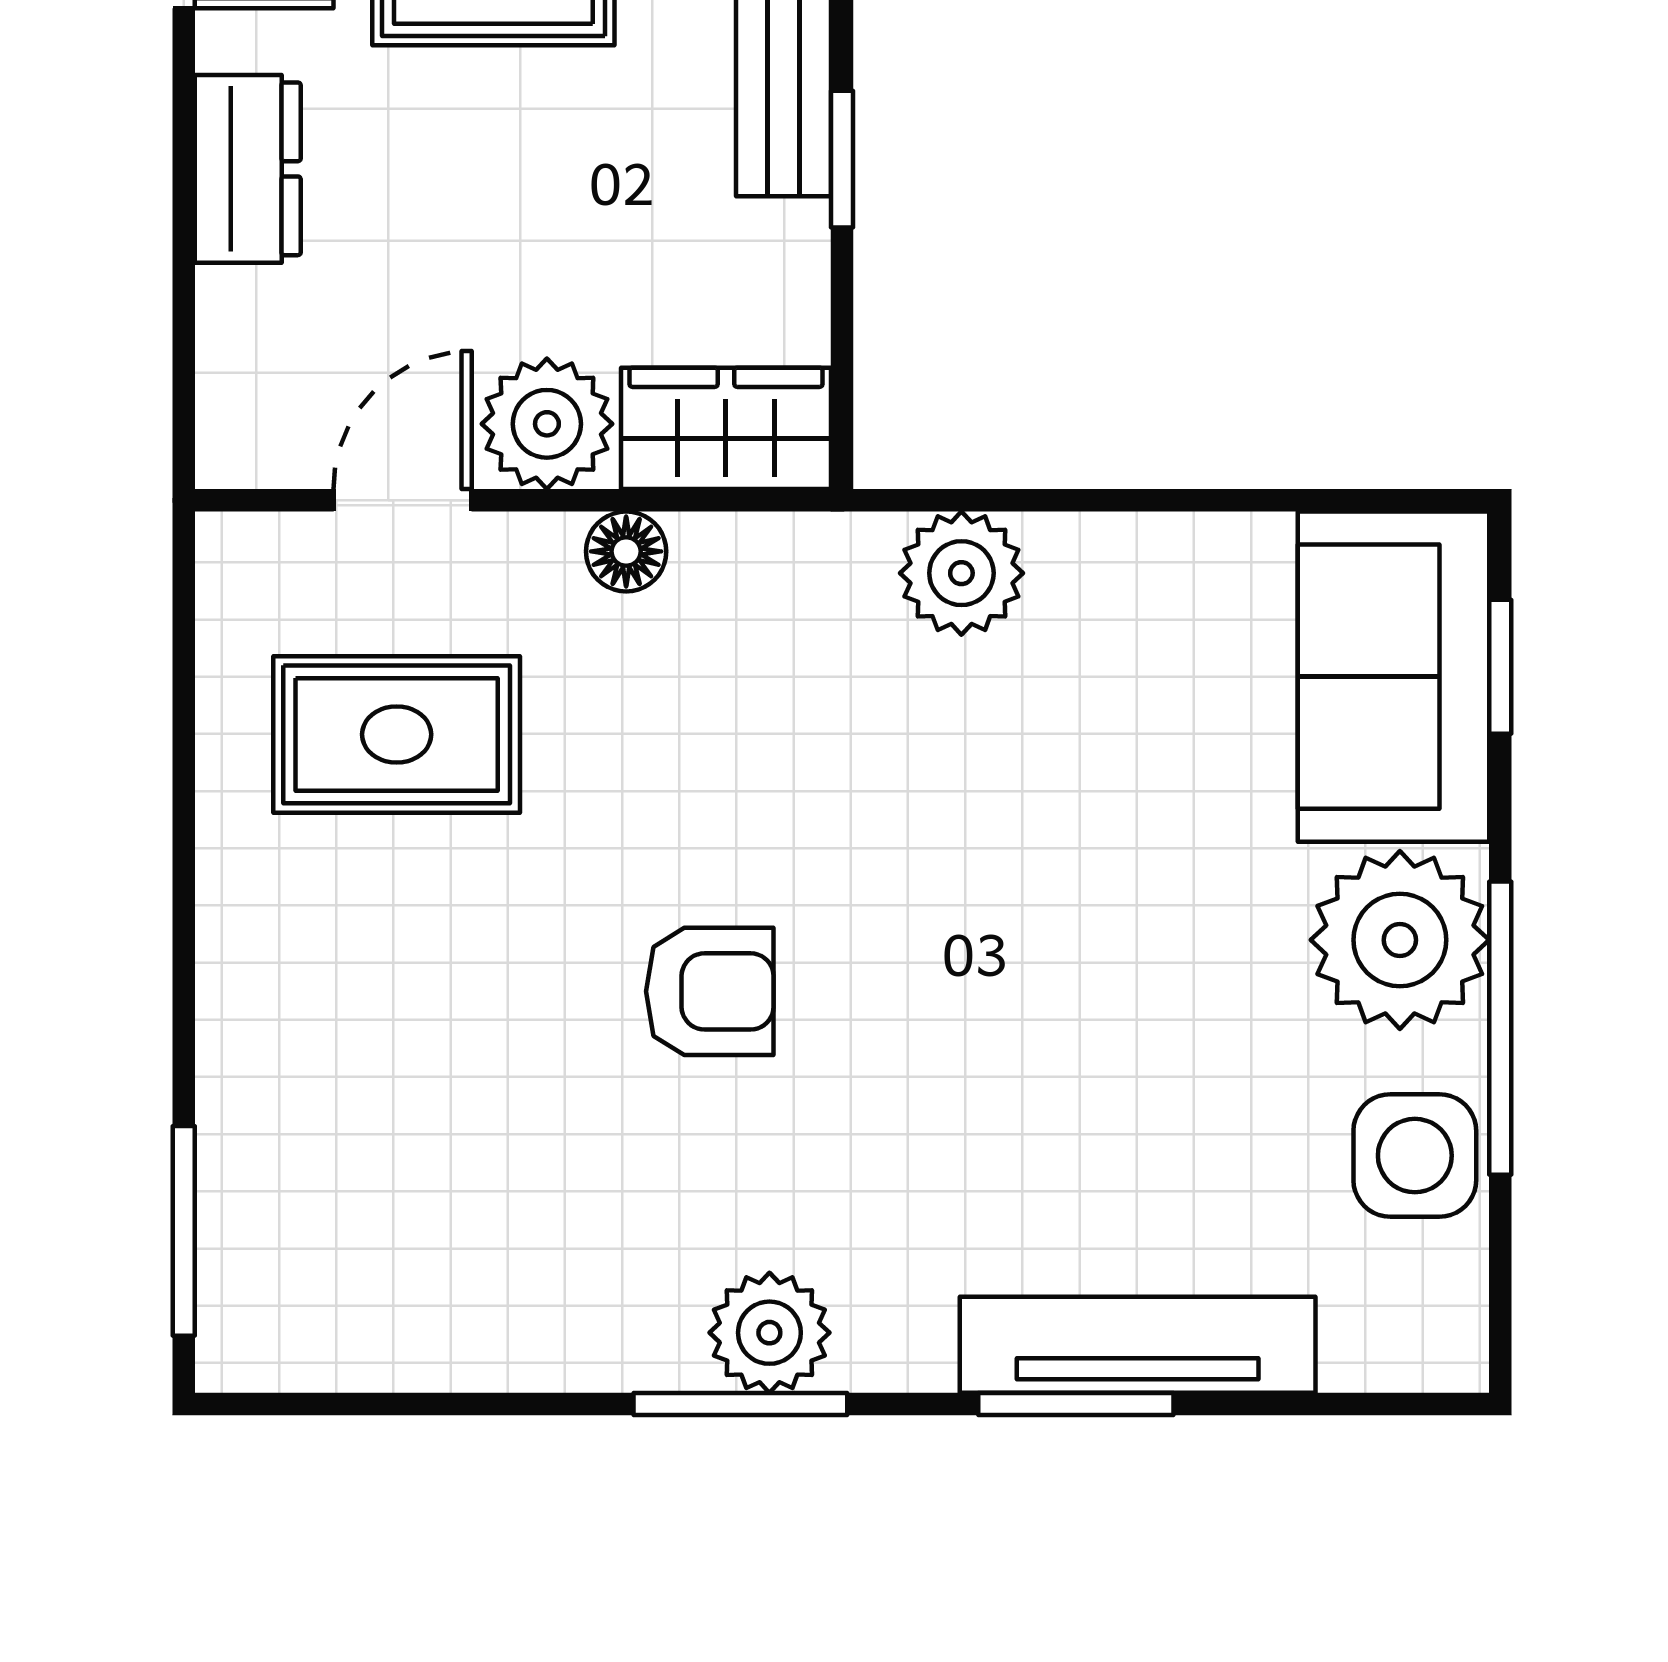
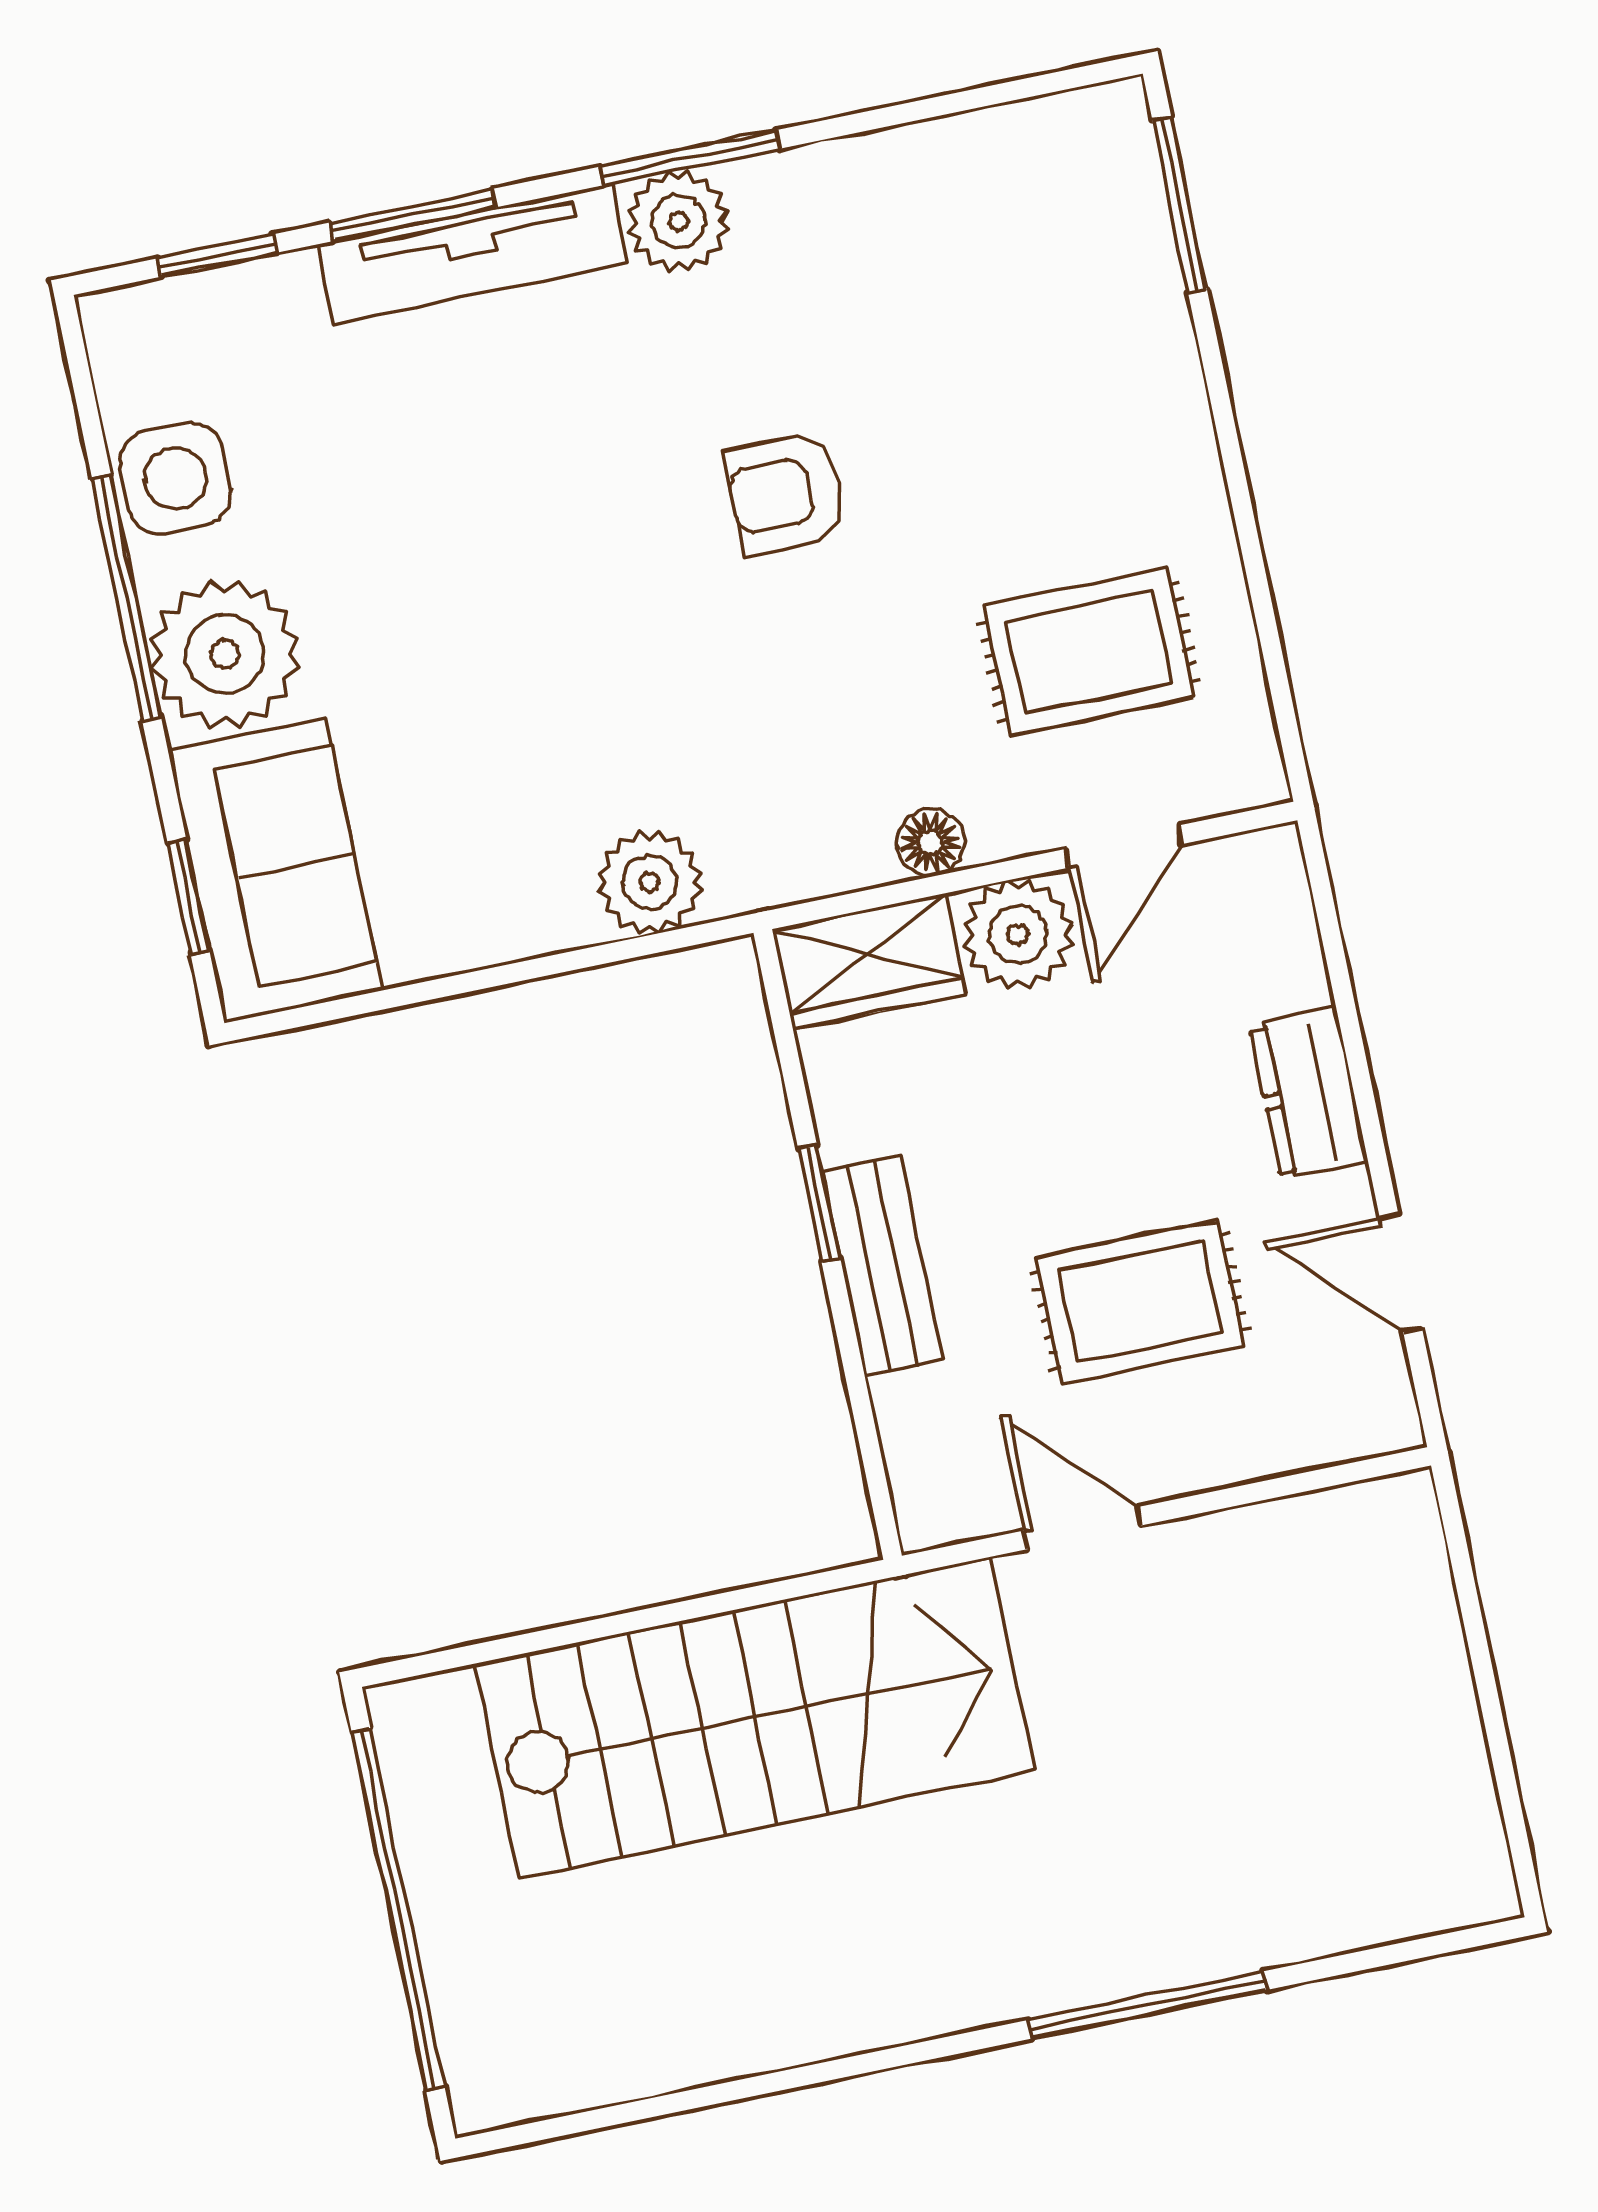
tv unit: (1138, 1345) -> (472, 254), moved
window: (1313, 1404) -> (217, 255), added

